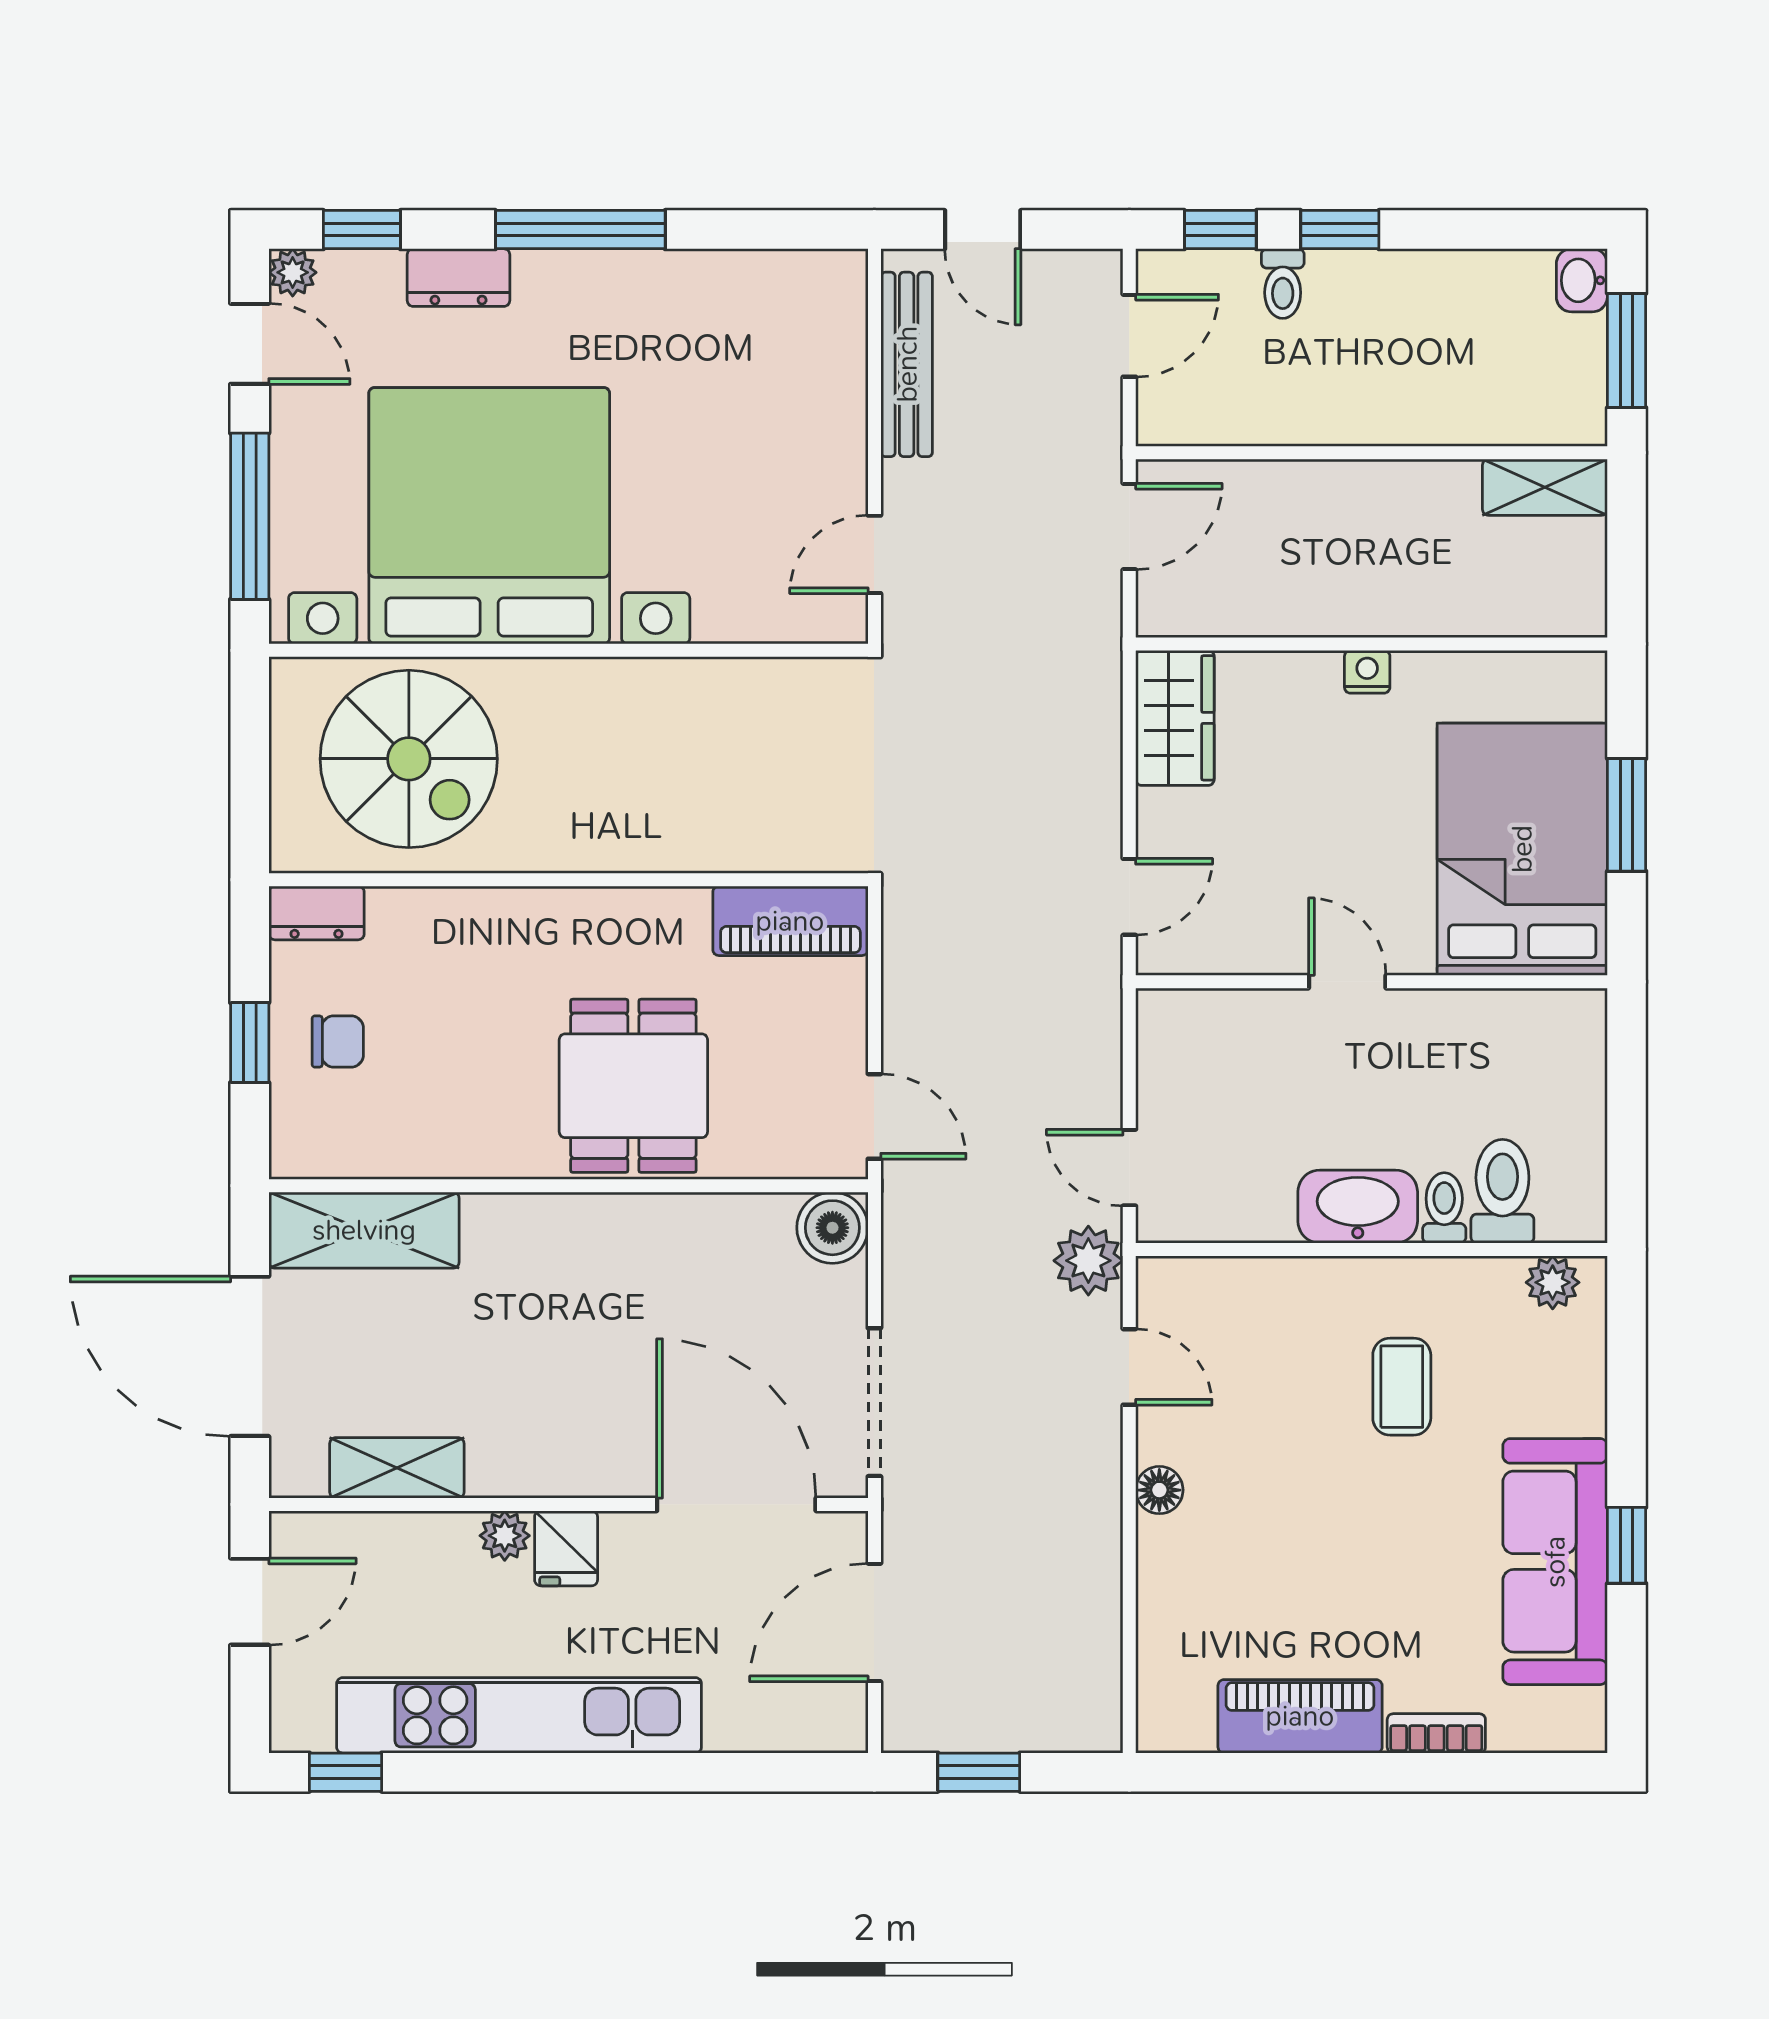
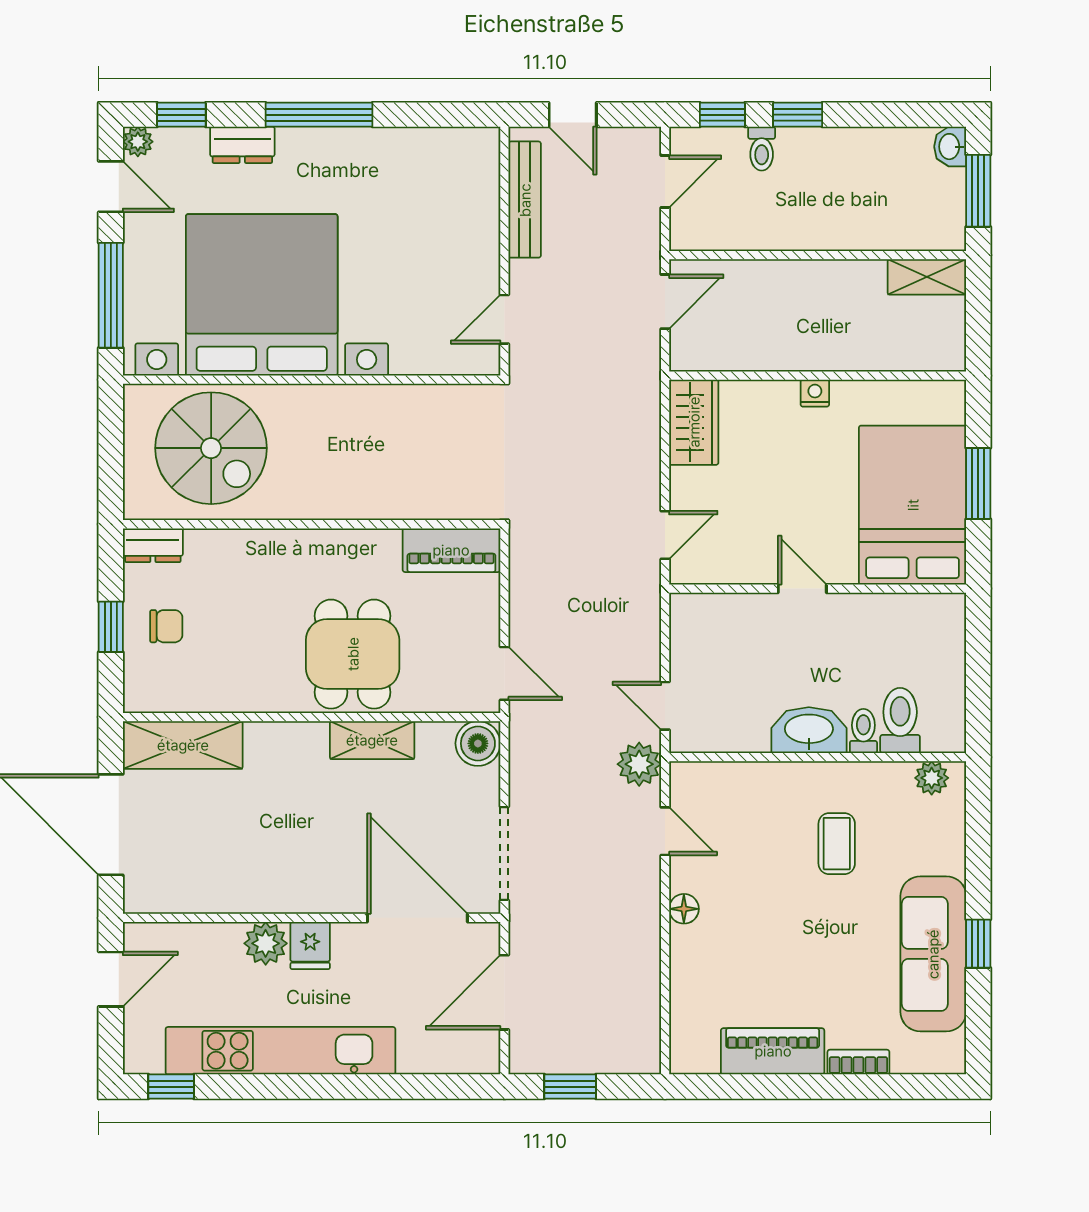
shelving: (397, 1468) -> (372, 740), moved
plant: (505, 1536) -> (266, 943), width x1.38, depth x1.38

